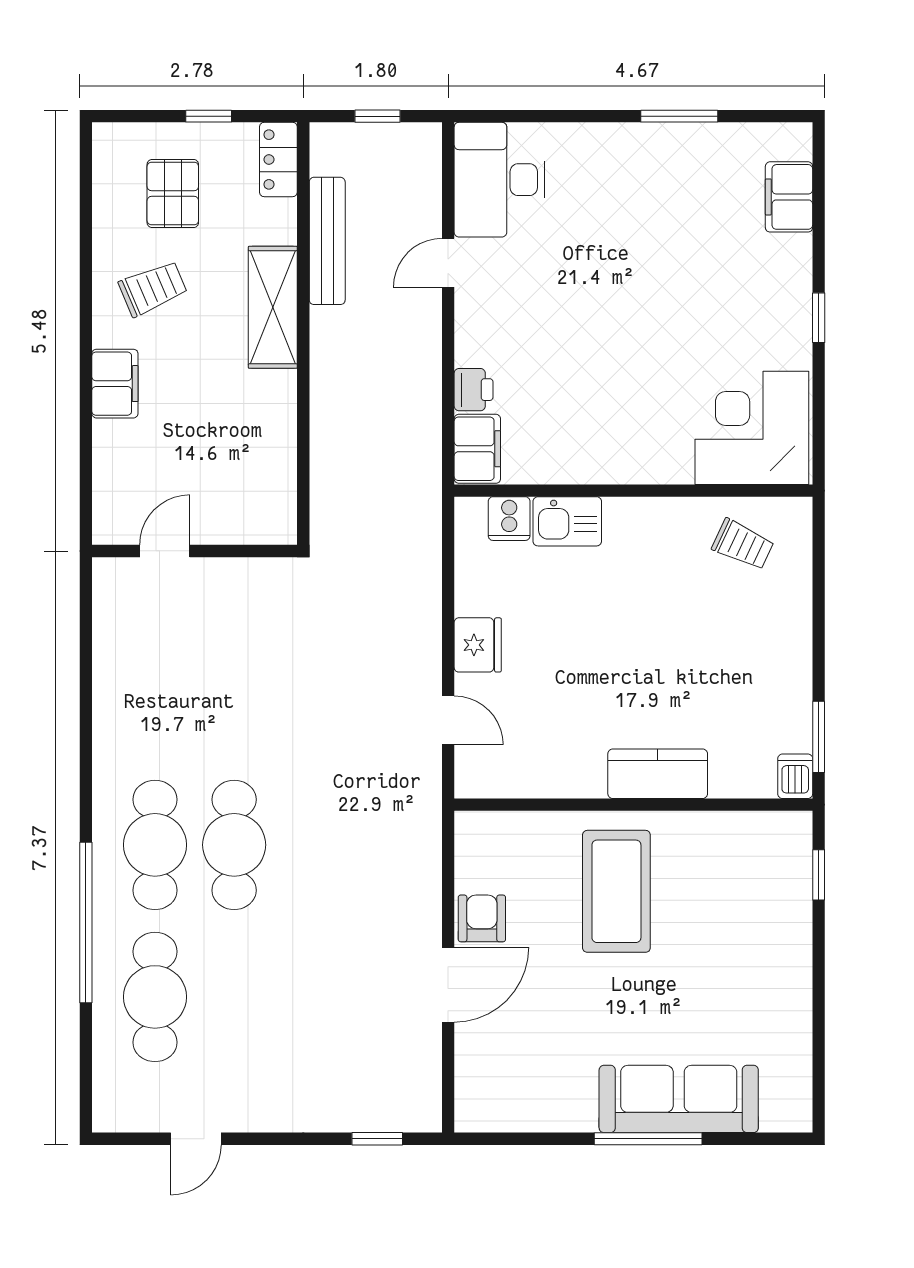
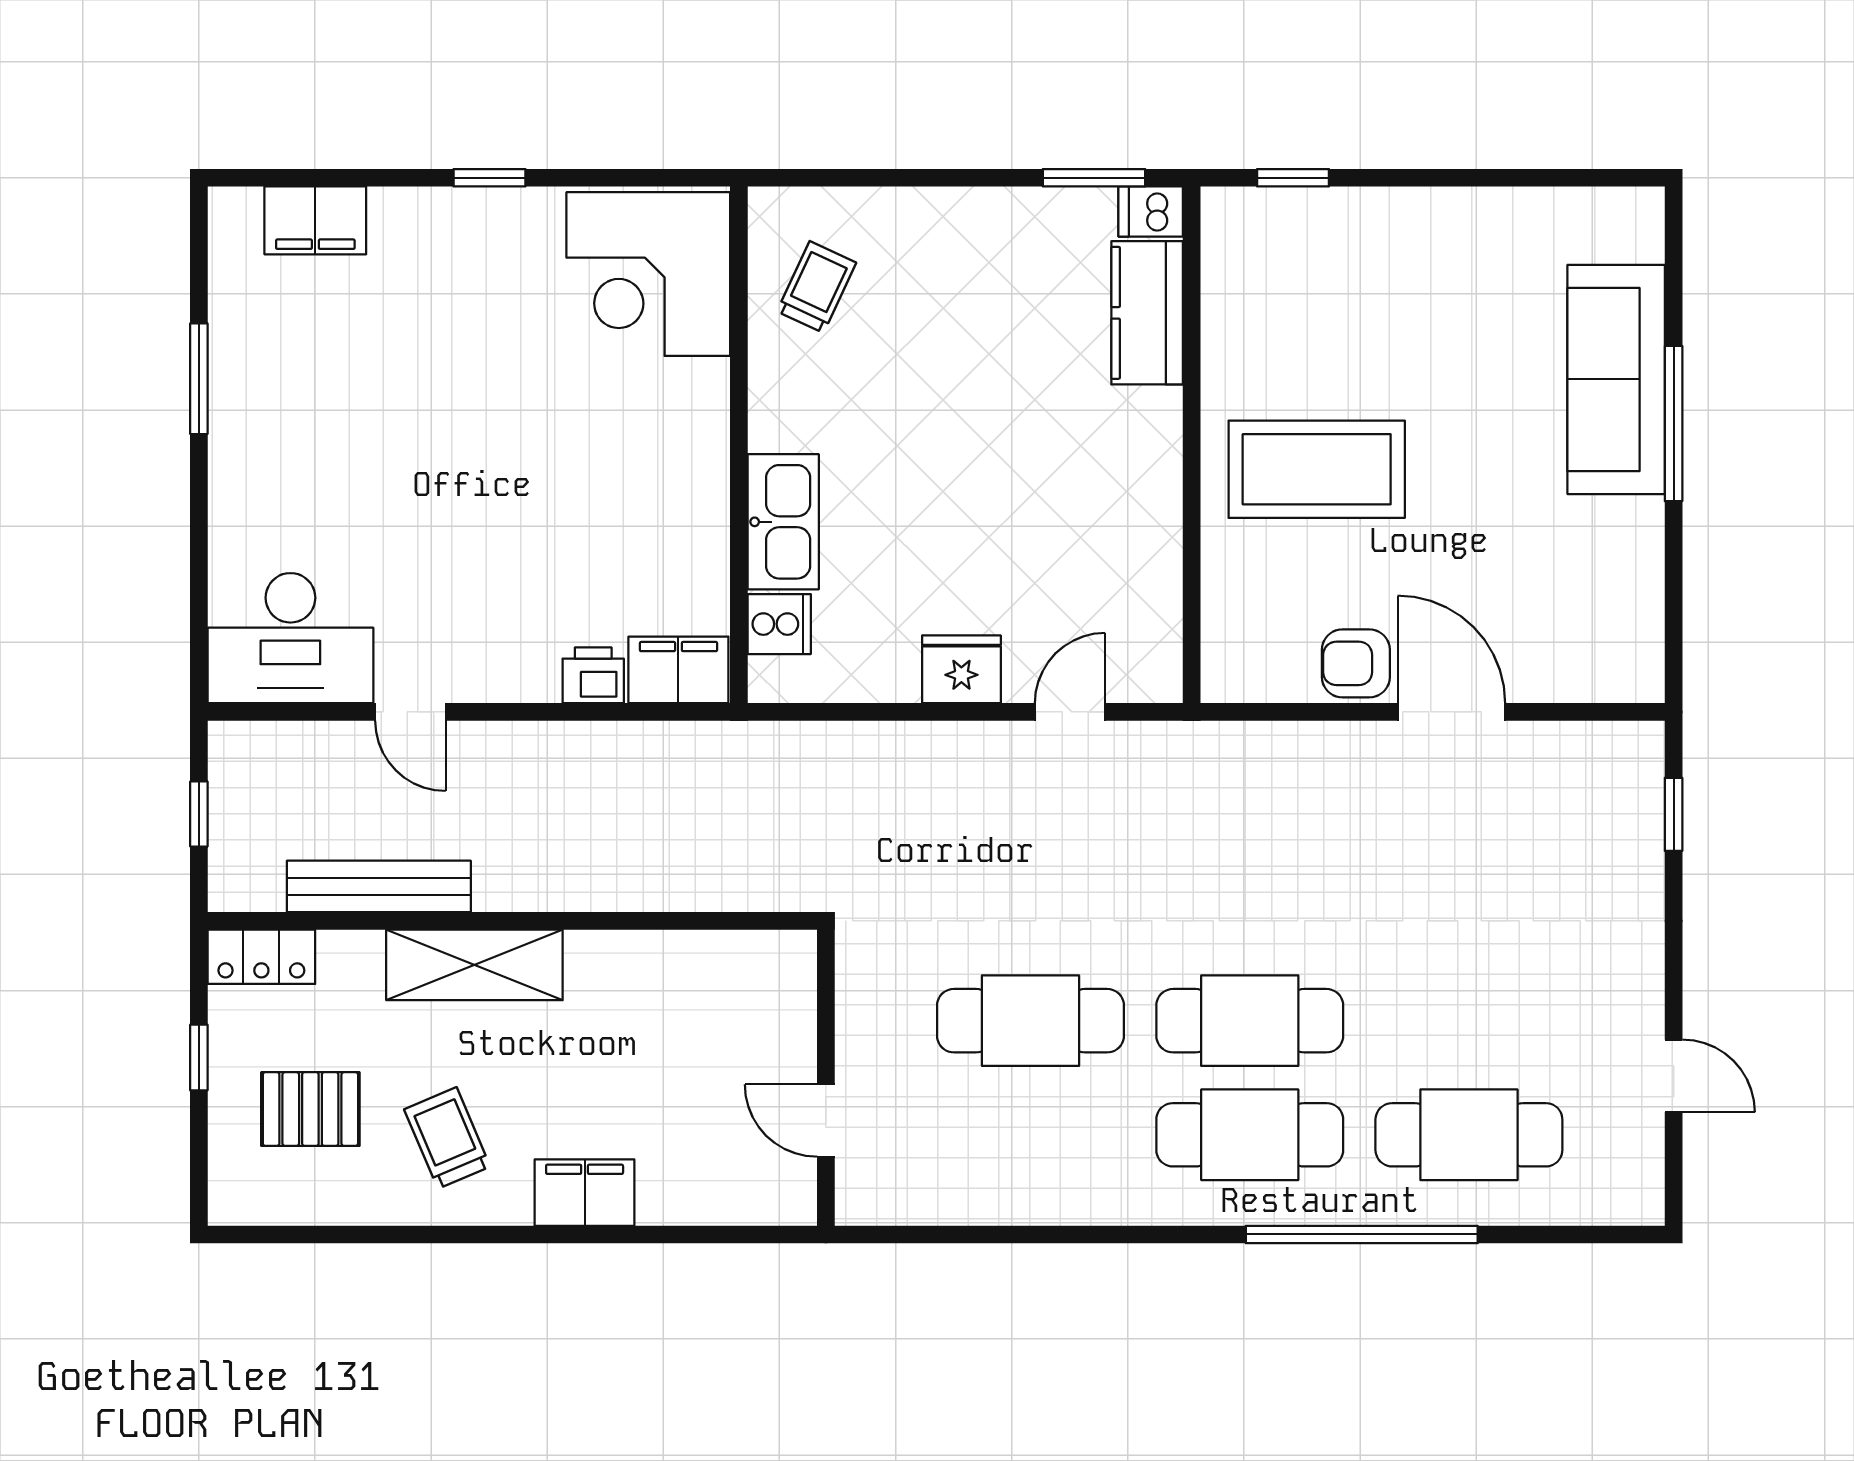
kitchen sink: (567, 521) -> (783, 522), width x1.38
cafe table: (234, 693) -> (1031, 1021), added
kitchen counter: (658, 774) -> (1147, 313), moved

